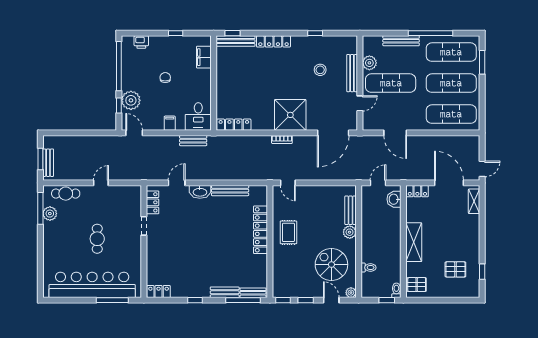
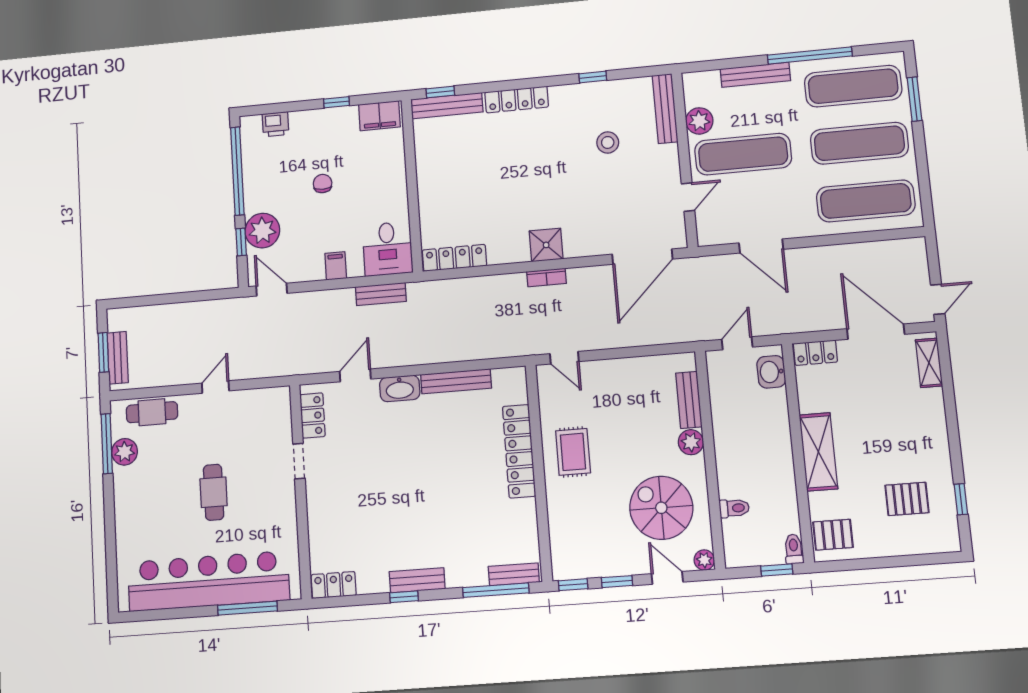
filing cabinet: (204, 57) -> (379, 116), moved, turned -90
bench: (352, 73) -> (665, 109), moved
shower: (290, 115) -> (546, 245), width x0.54, depth x0.54
bench: (225, 292) -> (417, 580), moved

